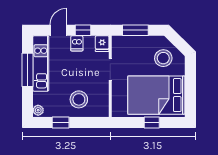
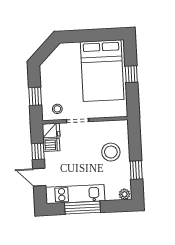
window: (135, 30) -> (35, 96), width x0.67
dishwasher: (77, 43) -> (51, 145), moved
stool: (163, 58) -> (57, 109), moved, width x0.53, depth x0.53

